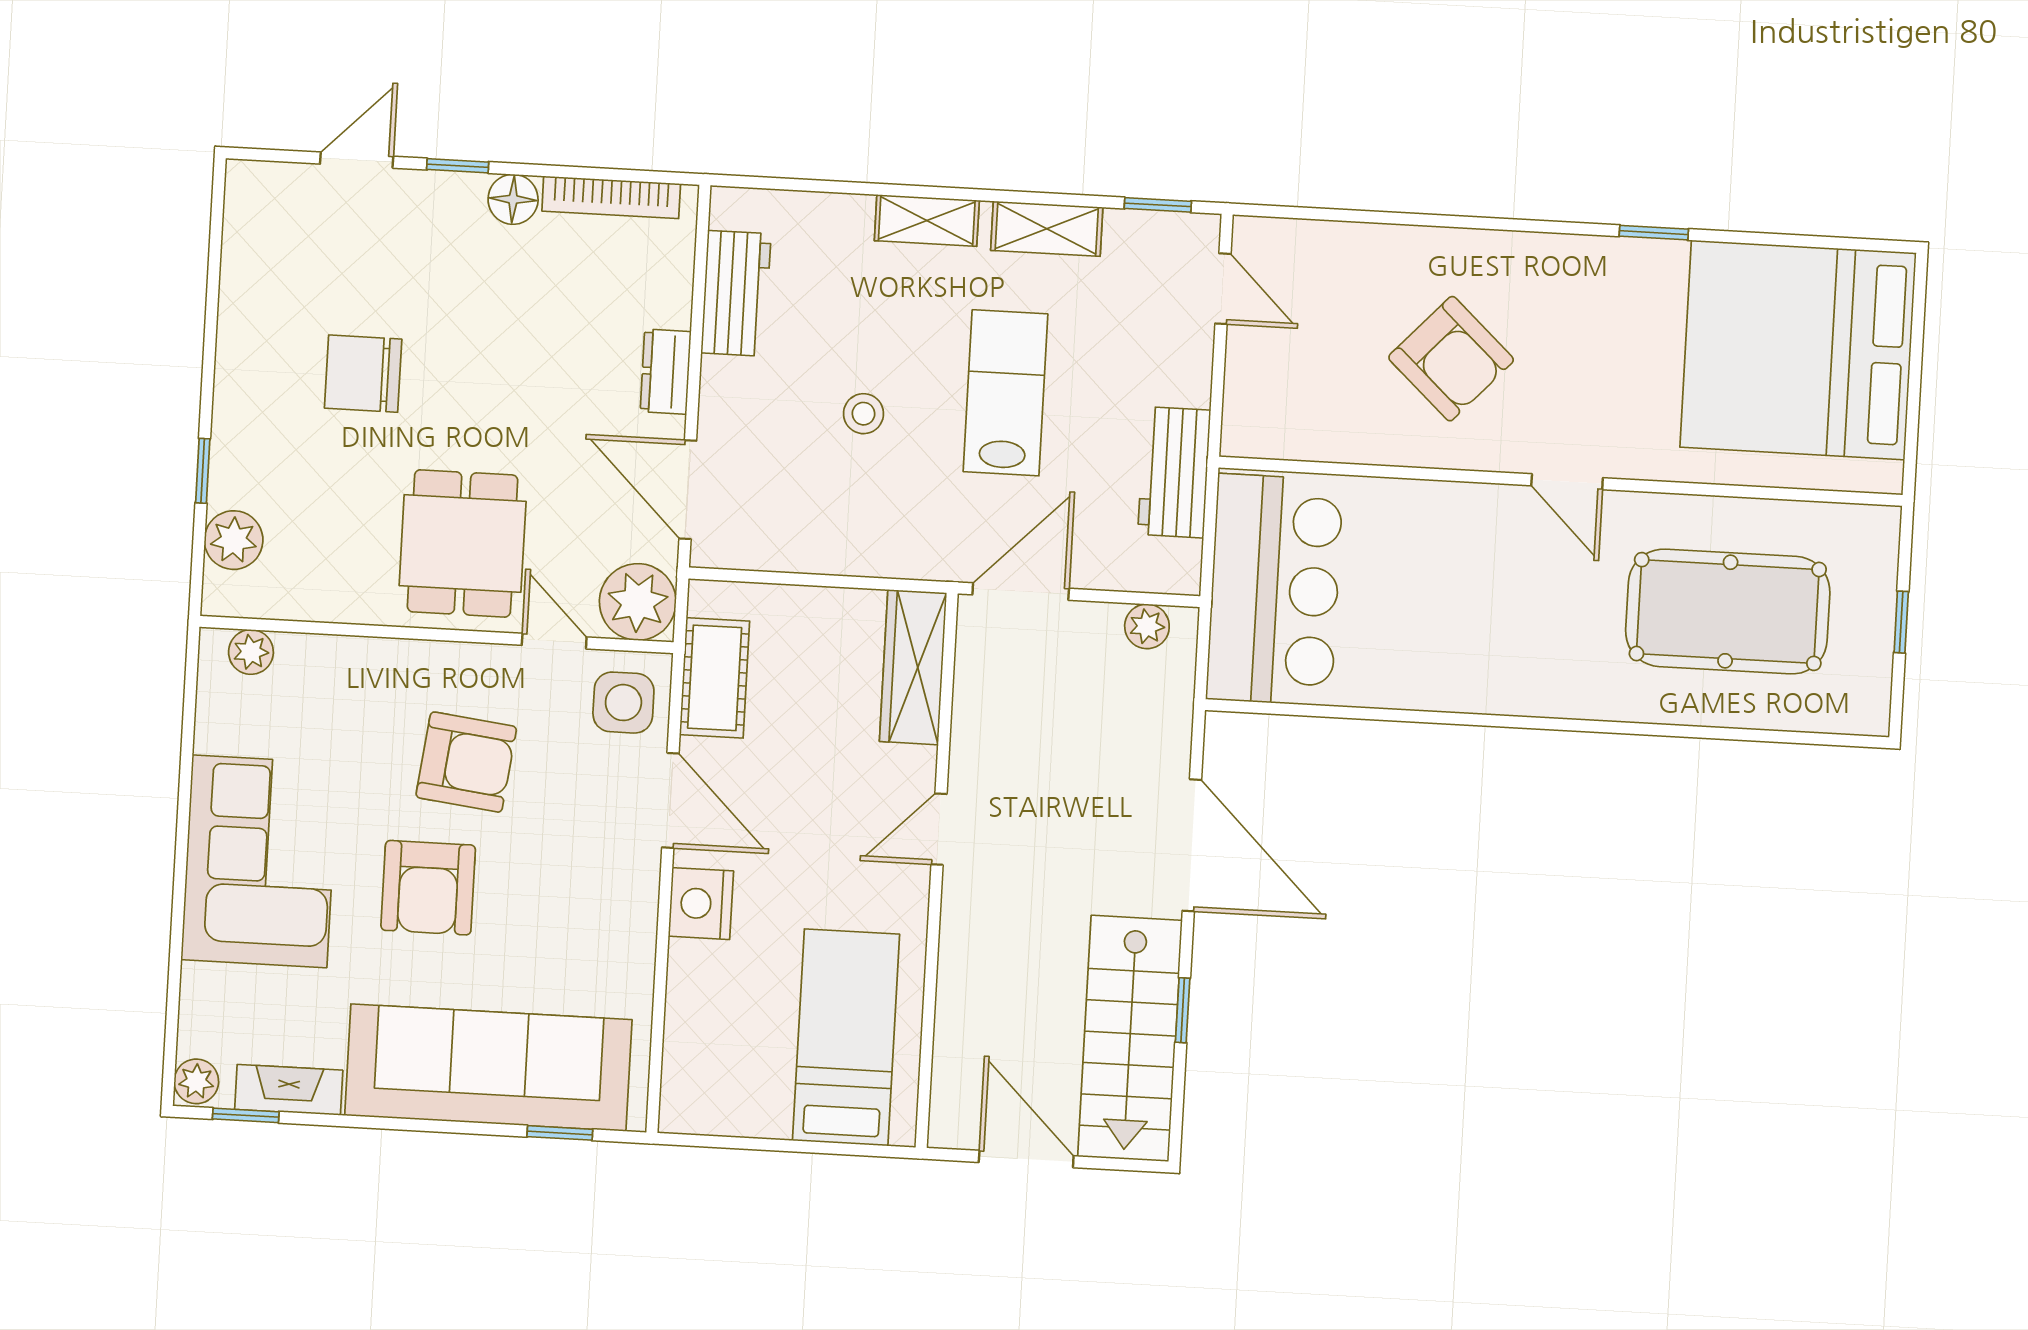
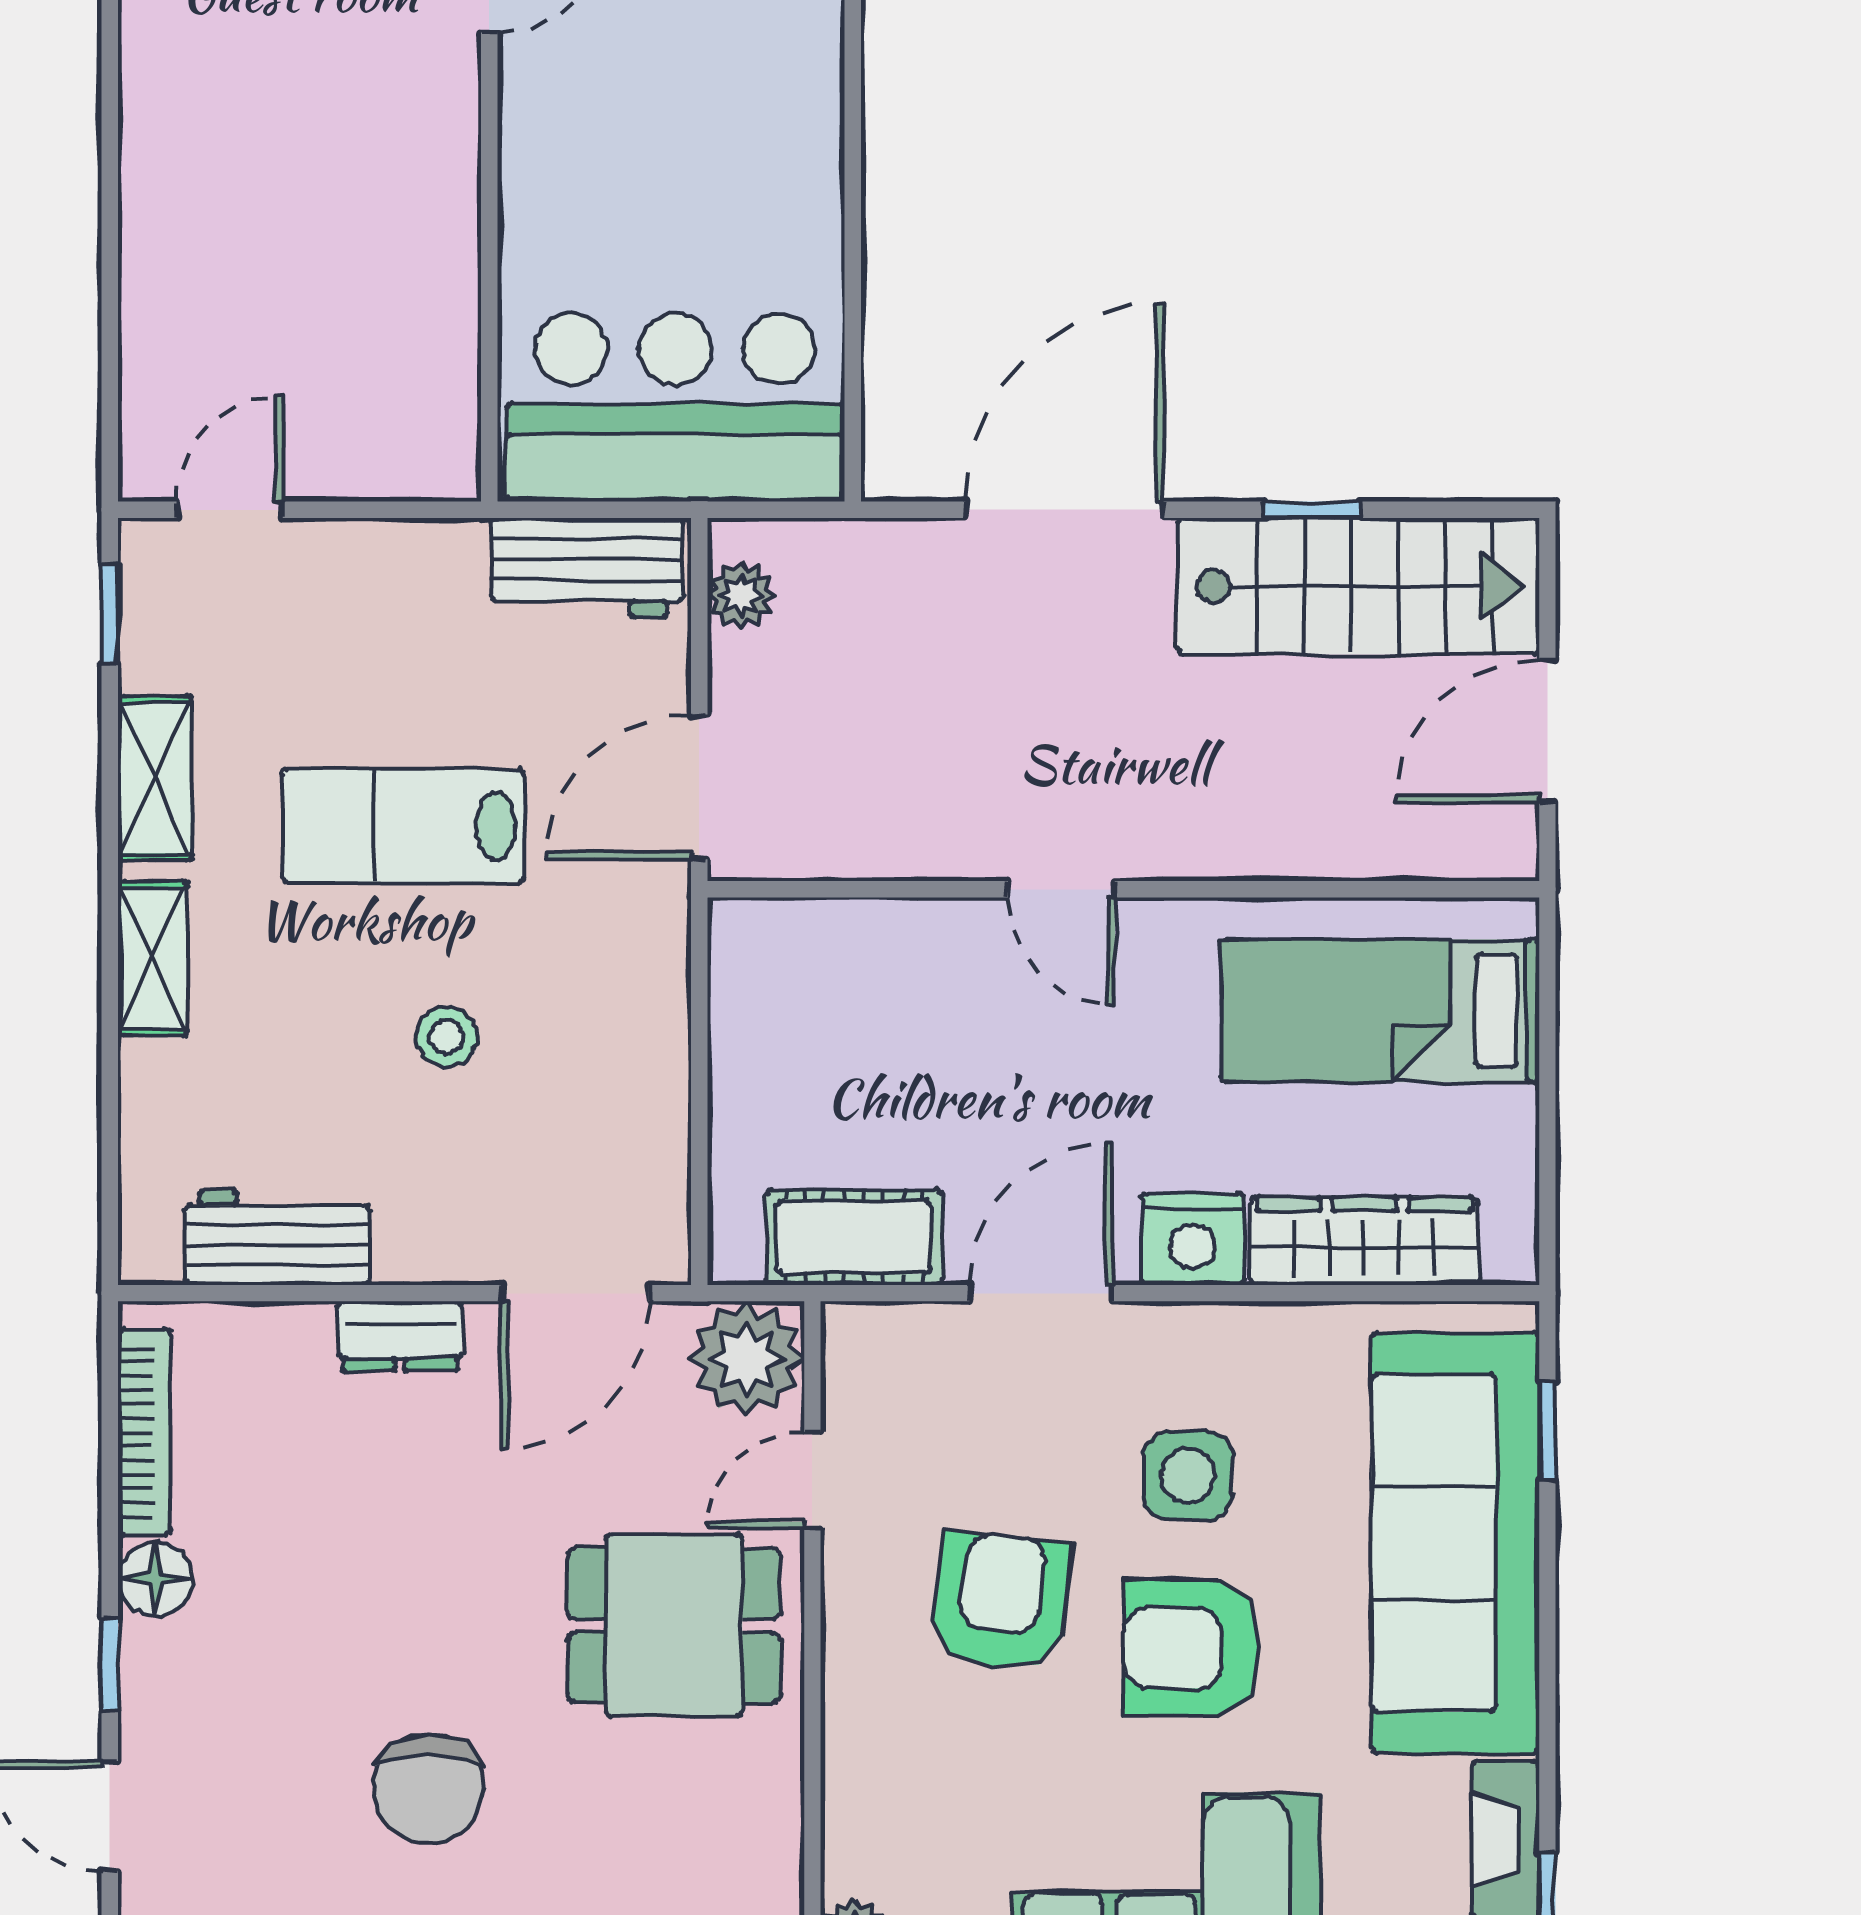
armchair: (1451, 359) -> (315, 163), removed
workbench: (1174, 472) -> (587, 567), moved
door: (1021, 592) -> (699, 787), hinge flipped
wardrobe: (913, 667) -> (1364, 1241), moved, turned 180
side table: (623, 703) -> (1188, 1475), moved
armchair: (428, 888) -> (1192, 1648), turned 180

